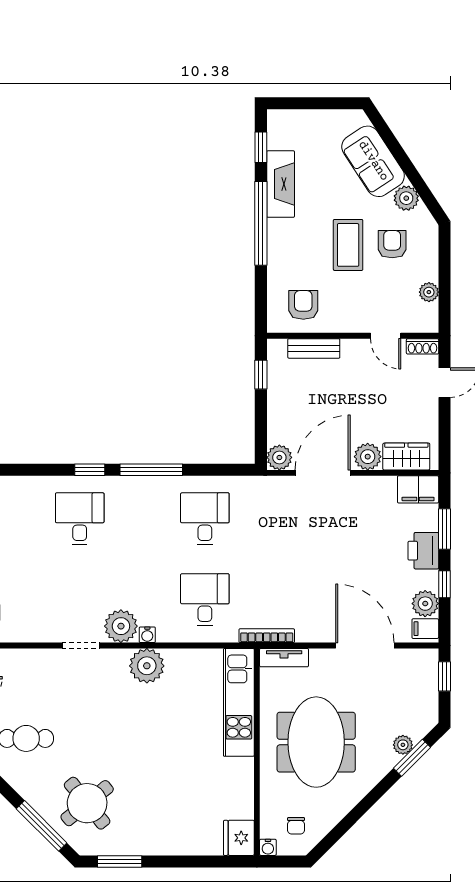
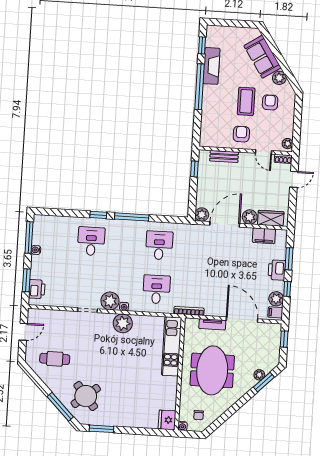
plant: (429, 292) -> (288, 144), moved
armchair: (303, 305) -> (241, 134), moved
filing cabinet: (418, 489) -> (264, 236), moved
tv unit: (284, 658) -> (212, 324), moved

